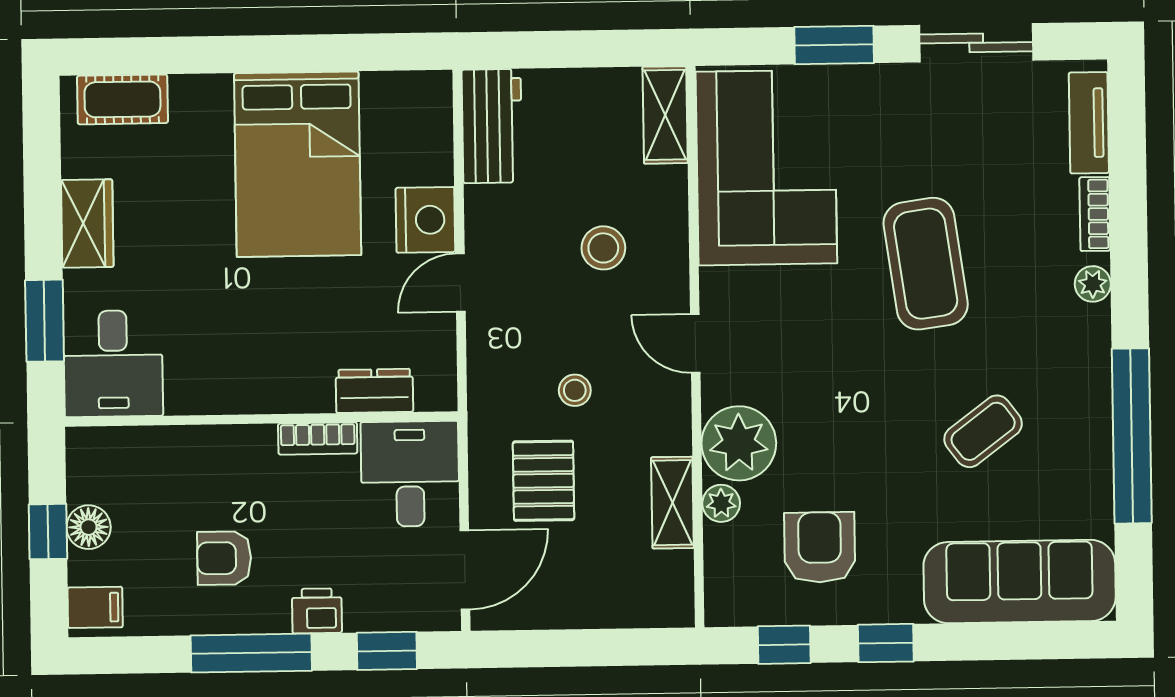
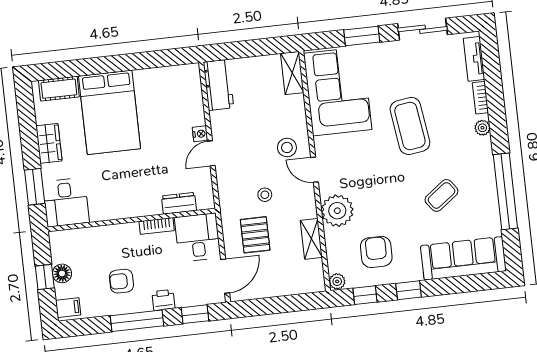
bed: (298, 164) -> (110, 112), moved
nightstand: (425, 220) -> (200, 134), width x0.53, depth x0.56
stool: (603, 248) -> (287, 147), moved
plant: (721, 503) -> (337, 281), moved

